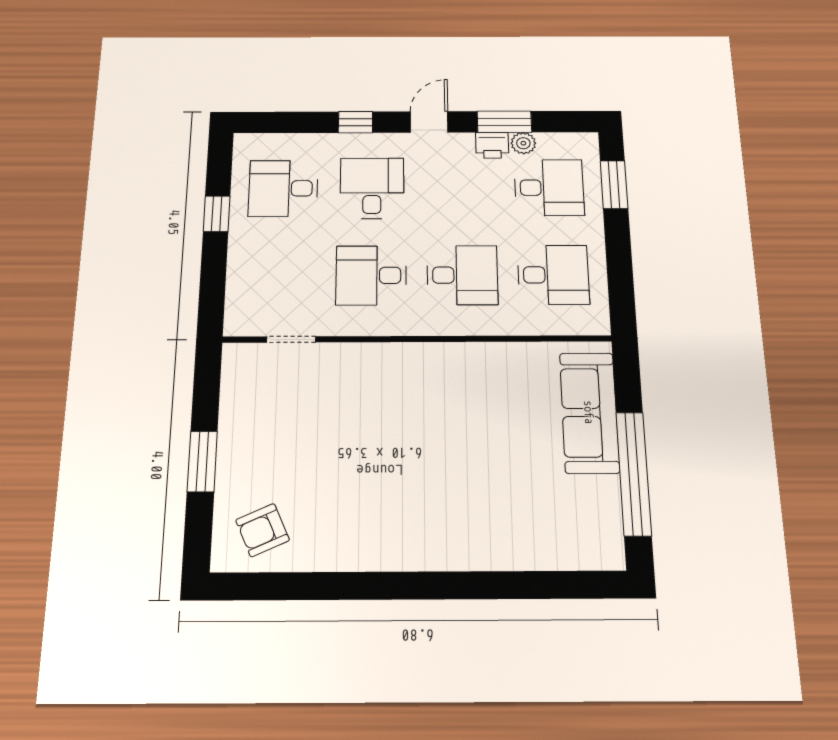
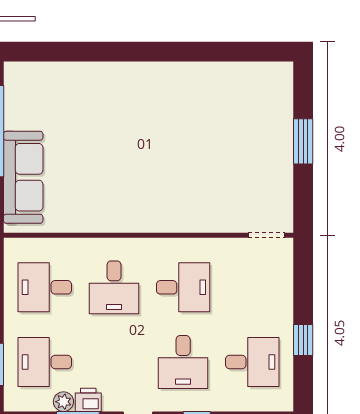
desk: (462, 275) -> (114, 287), turned -90
doorway: (291, 339) -> (267, 235), moved
armchair: (263, 530) -> (258, 91), removed

